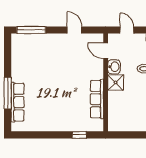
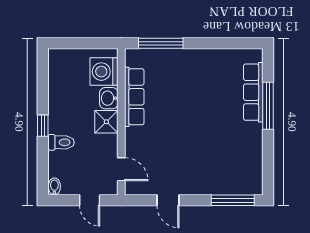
washbasin: (114, 67) -> (109, 98), moved
washing machine: (117, 116) -> (104, 72), added
window: (79, 135) -> (161, 43), width x2.17

